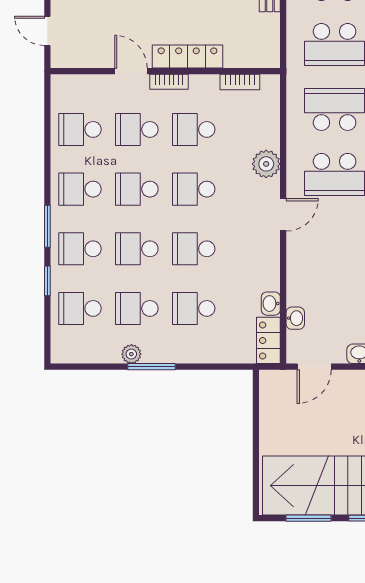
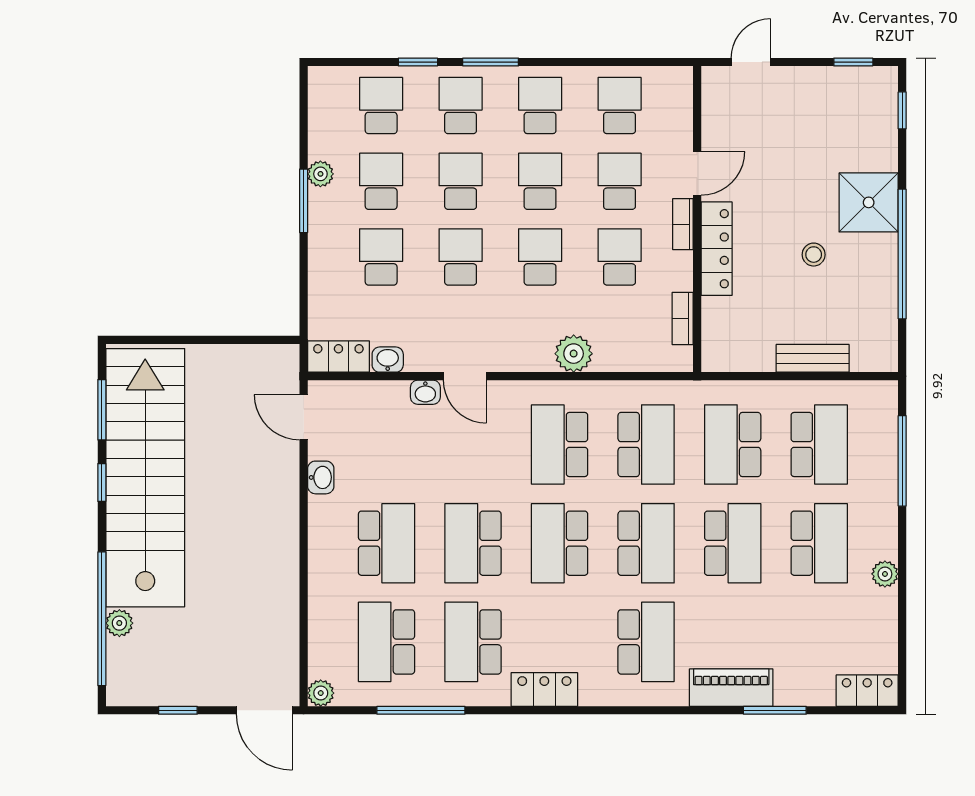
door: (283, 215) -> (465, 376), moved
washbasin: (295, 318) -> (425, 392), moved

